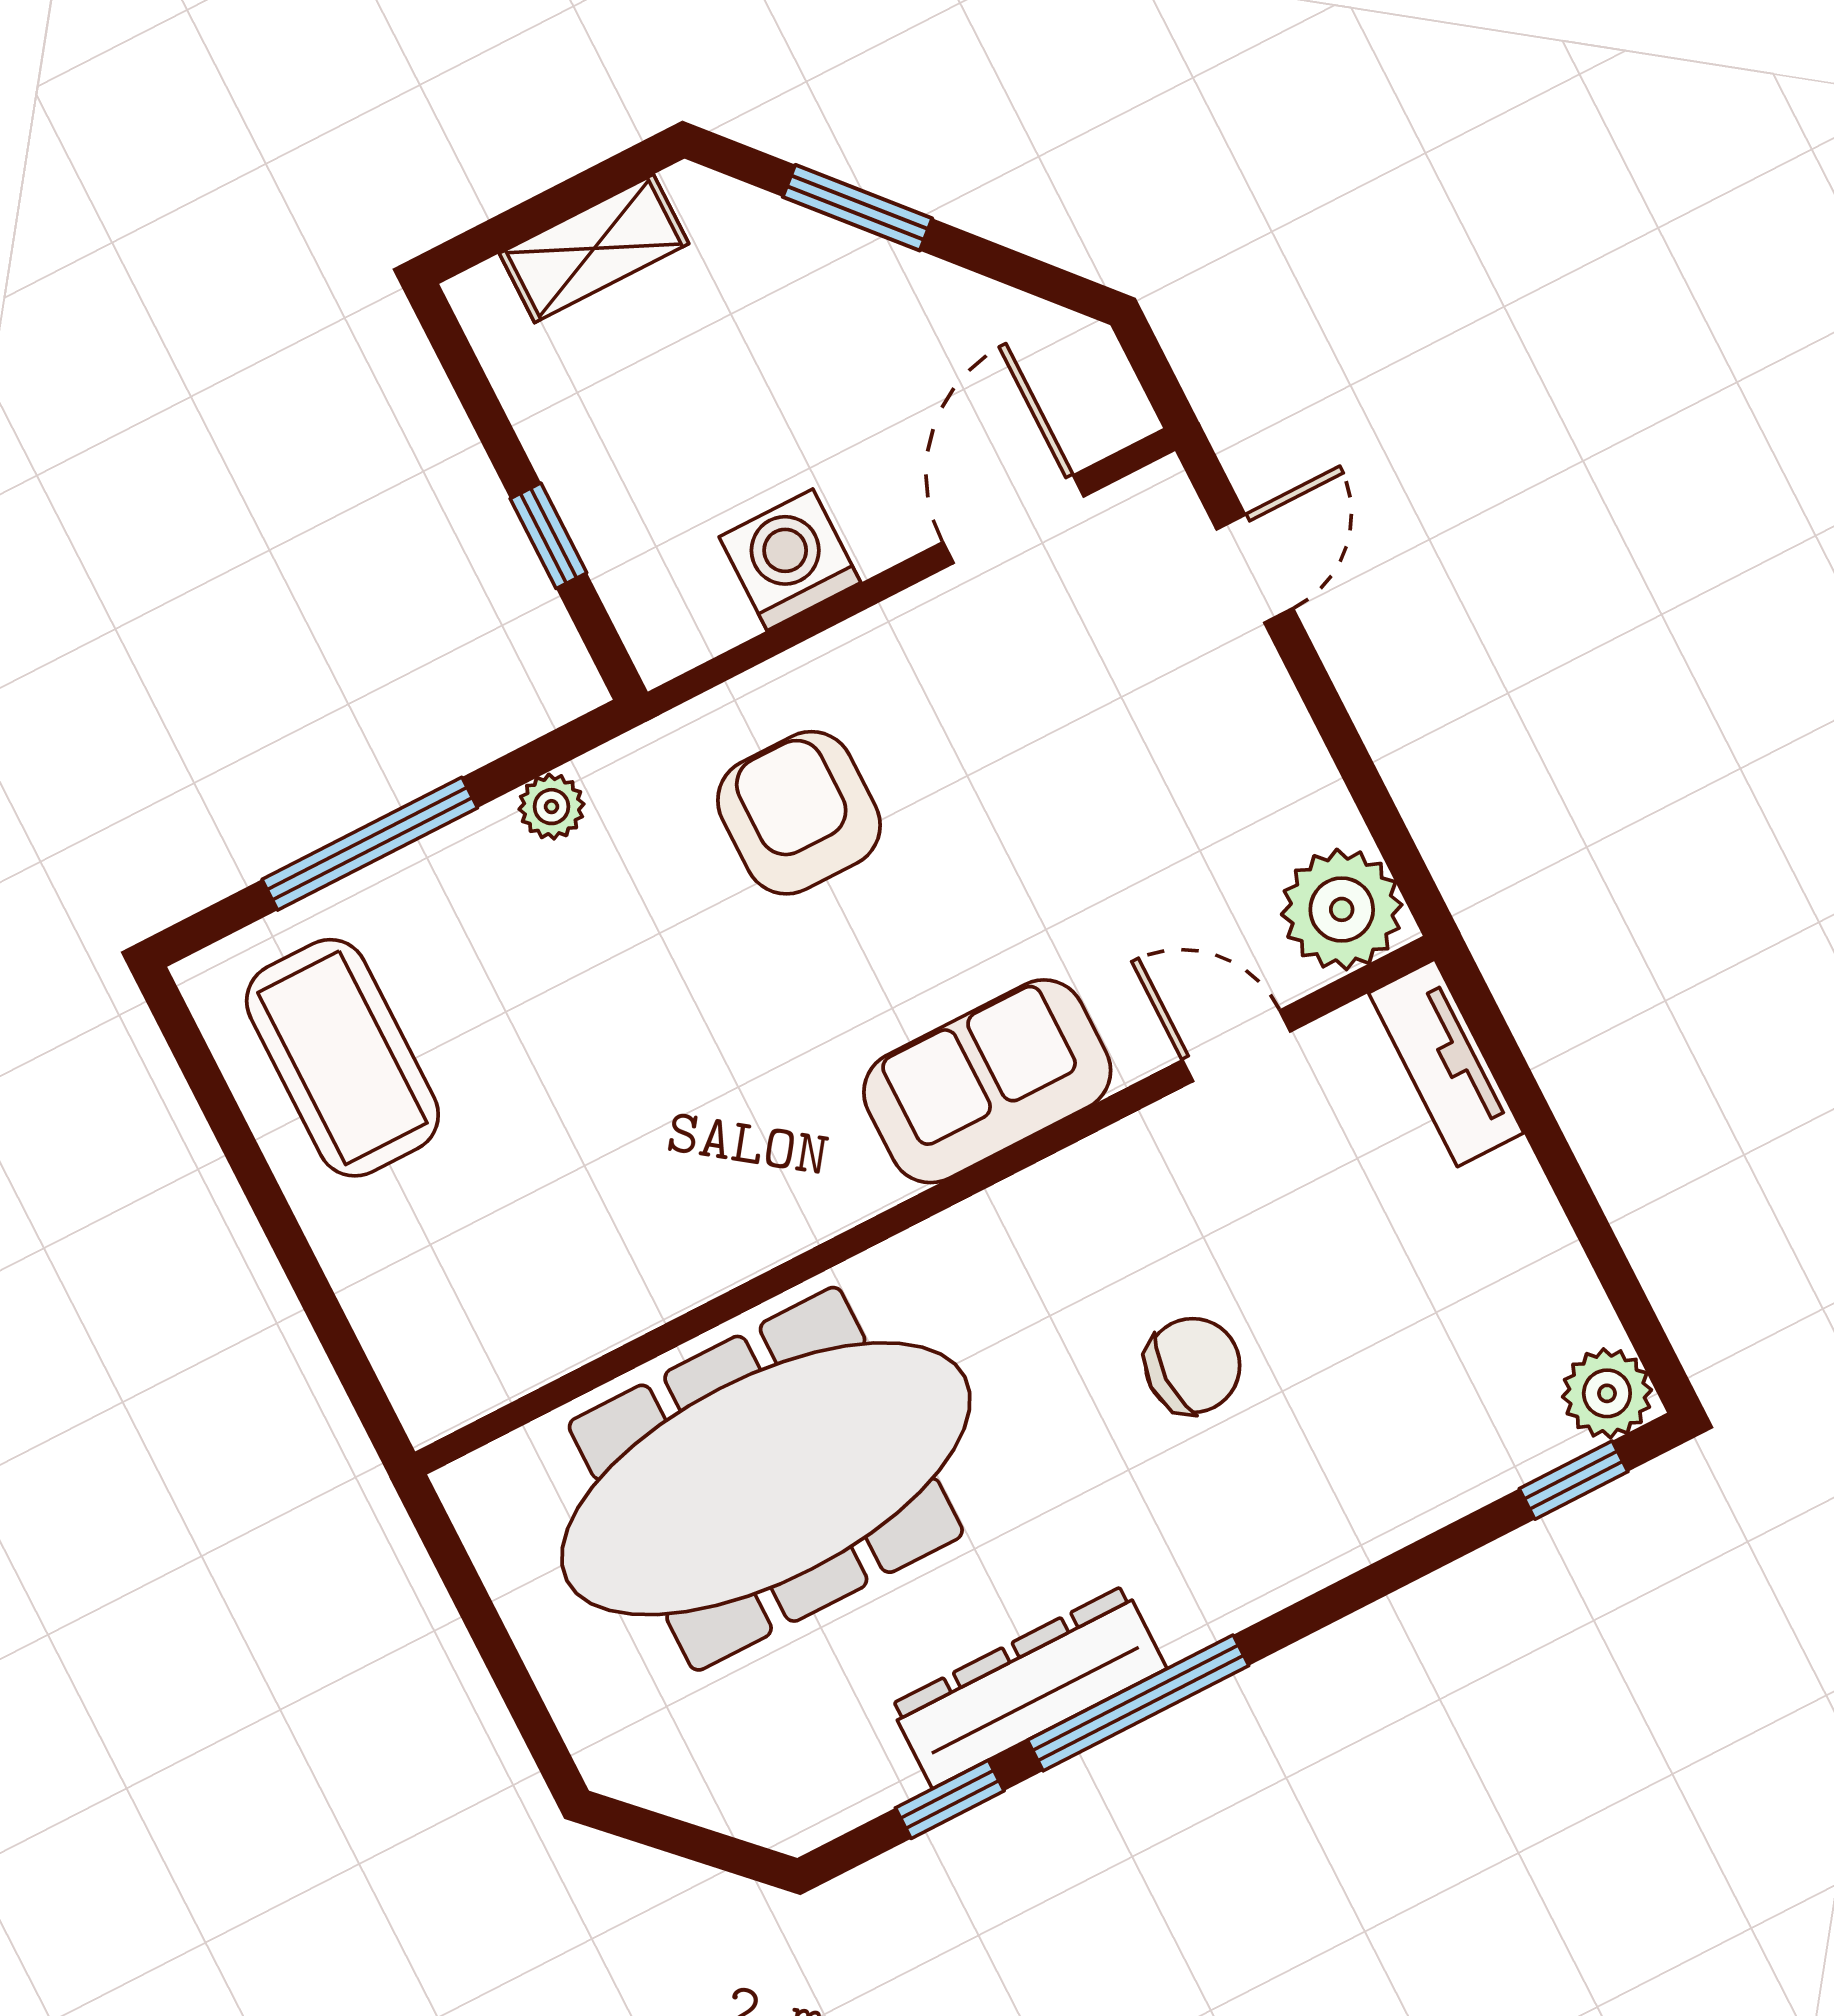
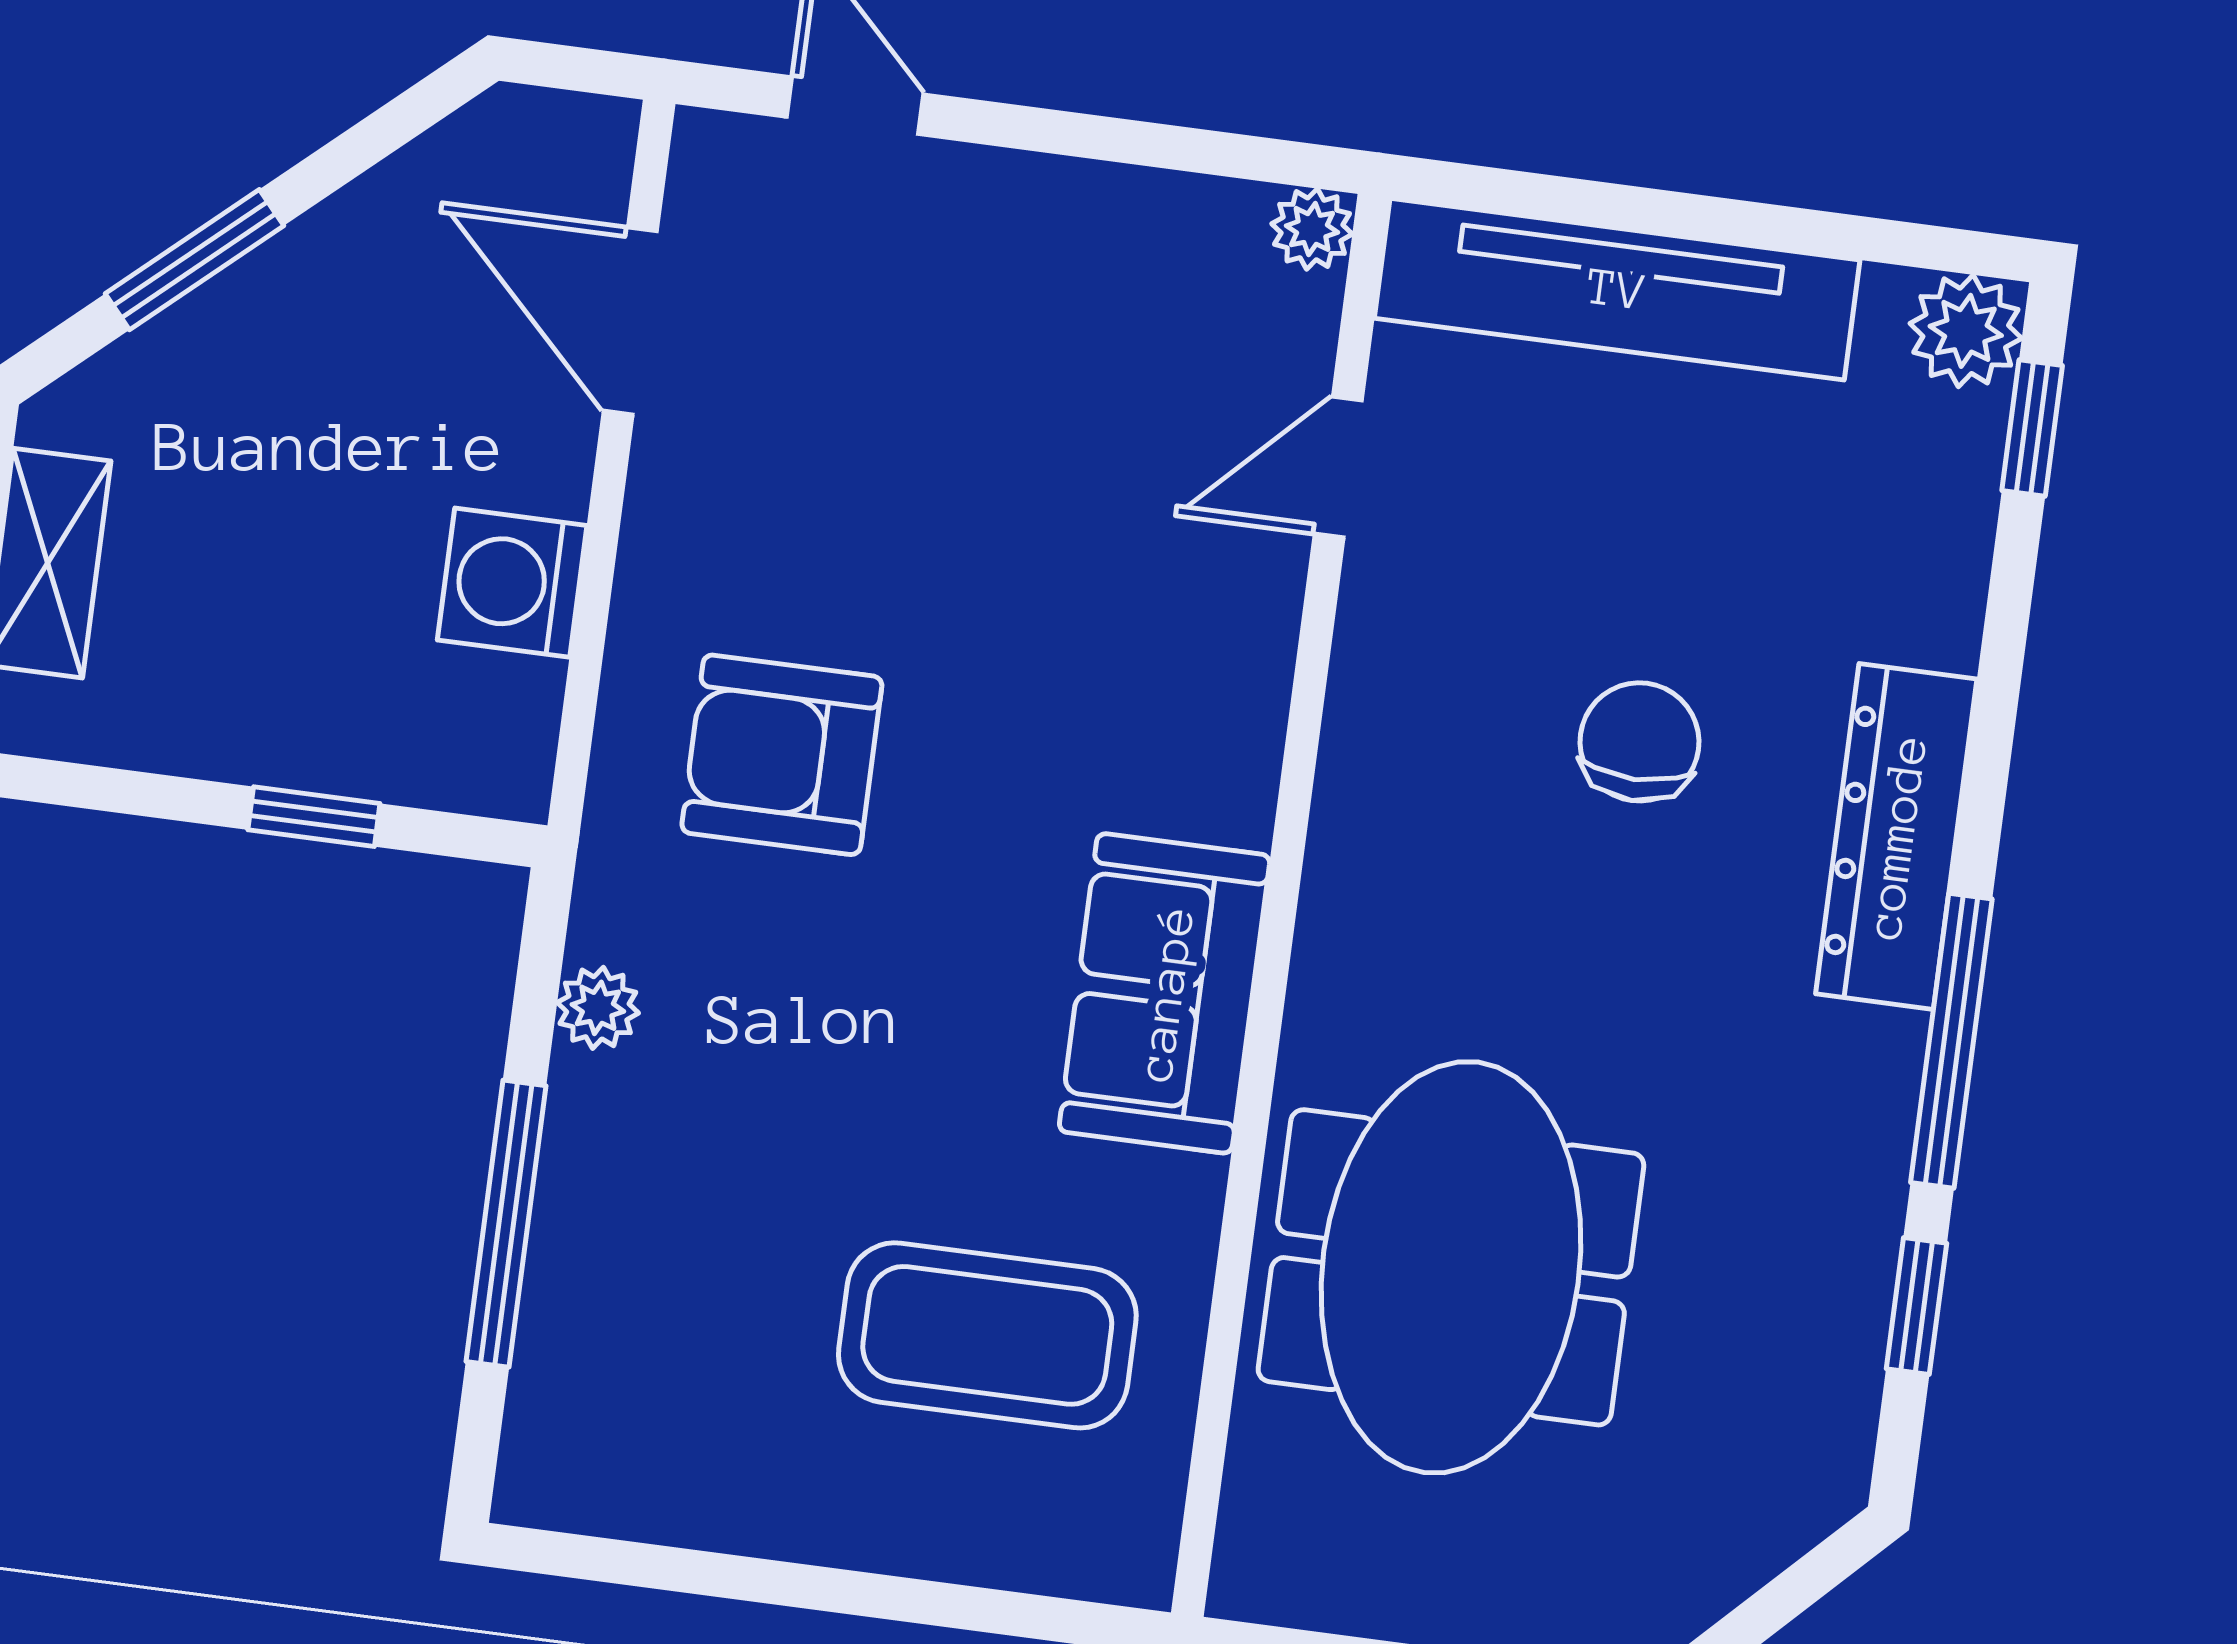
plant: (1342, 909) -> (1312, 229), width x0.53, depth x0.53
coffee table: (342, 1058) -> (987, 1335), moved
tv unit: (1446, 1063) -> (1617, 289), width x1.92, depth x1.29
sofa: (987, 1081) -> (1165, 993), moved
meeting table: (766, 1479) -> (1451, 1267), width x0.73
dresser: (1028, 1687) -> (1896, 836), moved

